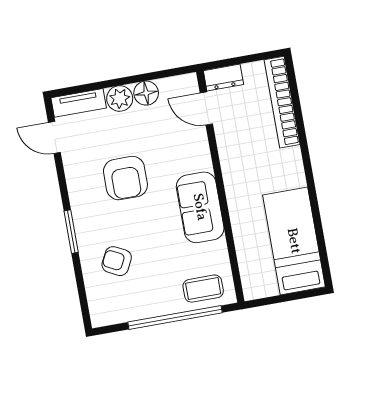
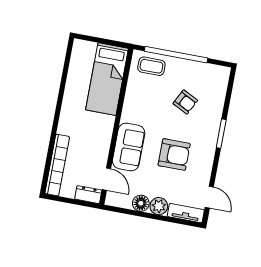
armchair: (125, 178) -> (174, 155), turned 90
sofa: (200, 207) -> (129, 147), moved
bed: (294, 241) -> (107, 79), moved
armchair: (117, 261) -> (185, 102), moved

